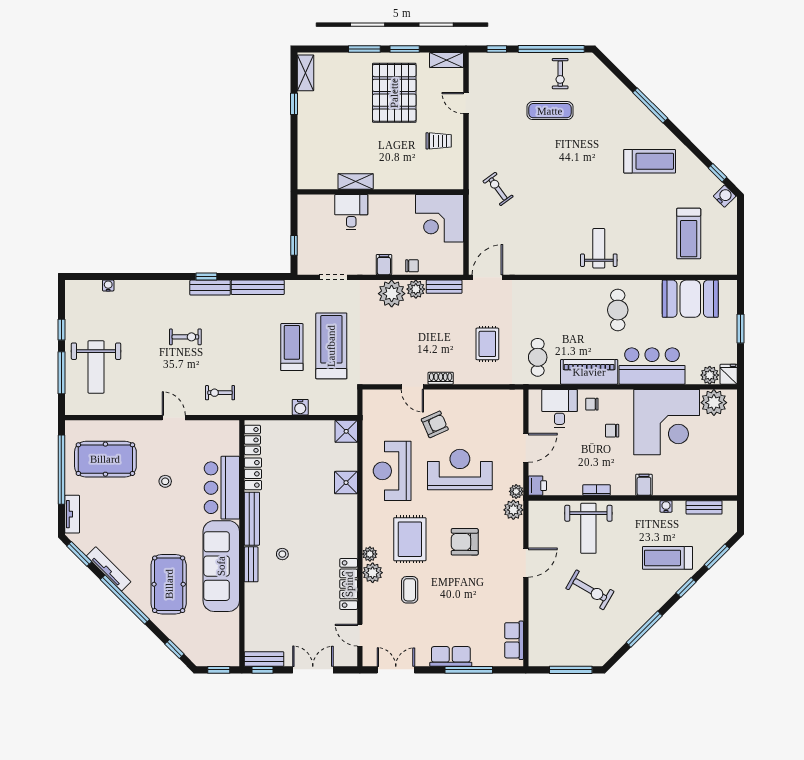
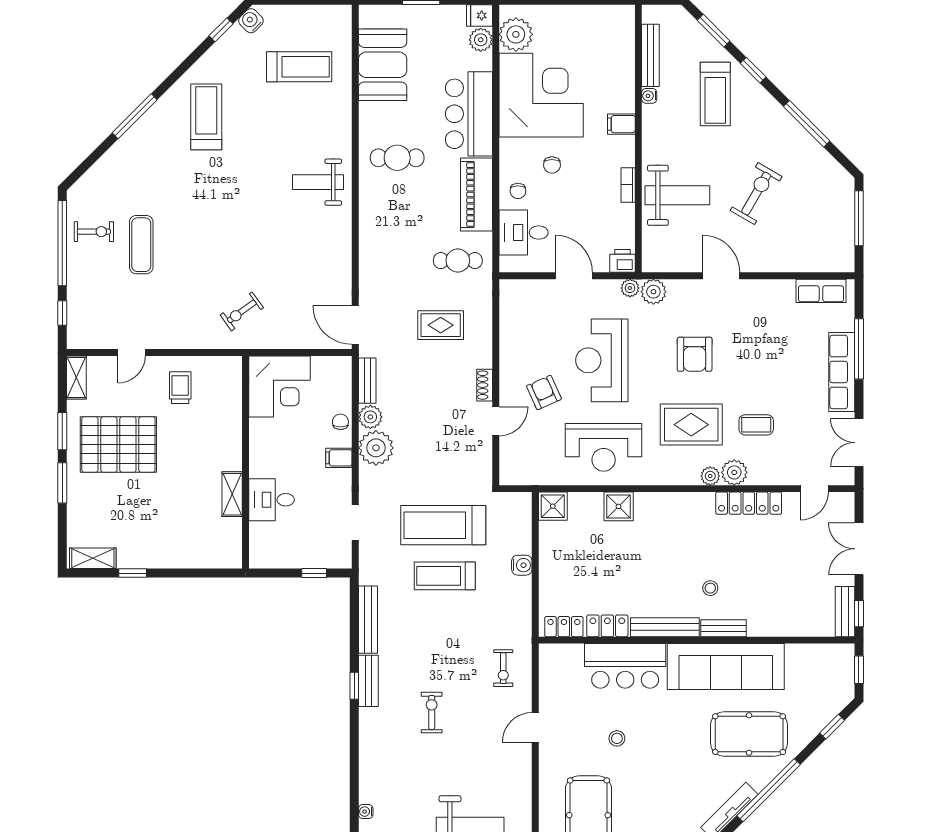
bench: (704, 507) -> (650, 55), width x1.36
row of seats: (451, 656) -> (842, 372), width x1.48

